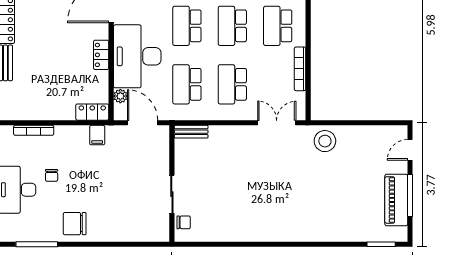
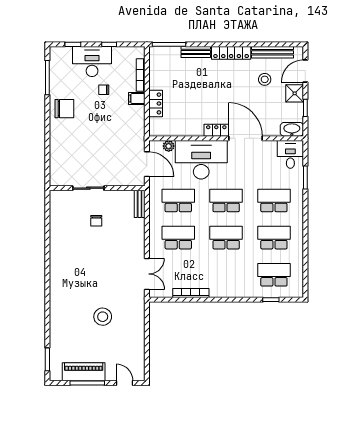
school desk: (278, 26) -> (226, 275), removed
locker: (101, 55) -> (216, 130), moved
locker: (92, 112) -> (156, 104), moved
door: (143, 123) -> (147, 164), hinge flipped
filing cabinet: (97, 135) -> (137, 99), moved
stool: (325, 141) -> (103, 317), moved
chair: (184, 222) -> (96, 221), moved
chair: (75, 224) -> (64, 109), turned 90

